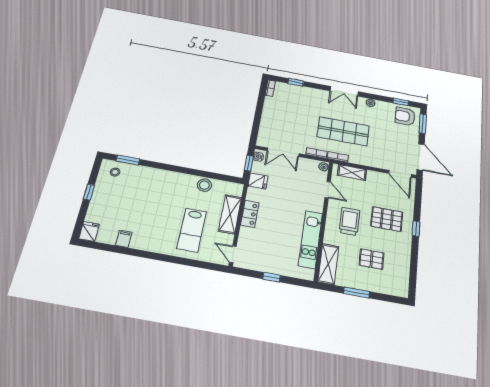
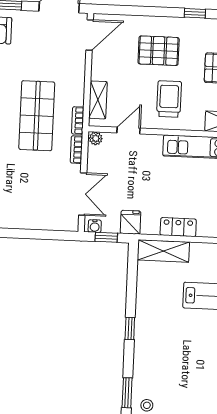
window: (177, 169) -> (130, 328), added
stool: (204, 185) -> (147, 290), removed
shelving: (230, 214) -> (163, 251), moved
pallet: (387, 219) -> (159, 51), turned 90
trolley: (349, 221) -> (169, 99), turned 90
window: (416, 229) -> (195, 13), moved

